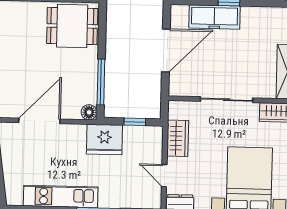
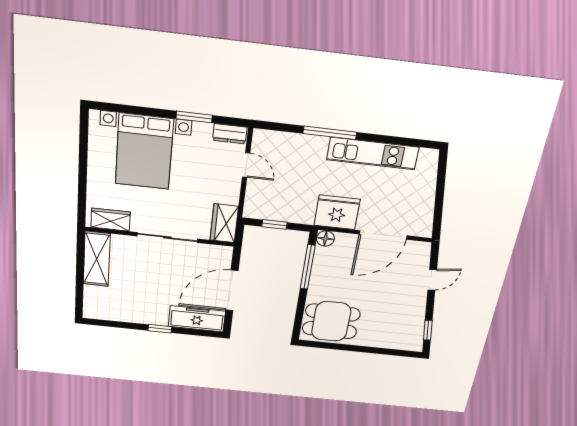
freezer: (214, 17) -> (197, 319), moved
wardrobe: (178, 138) -> (224, 223), moved
fridge: (104, 139) -> (337, 212), moved

